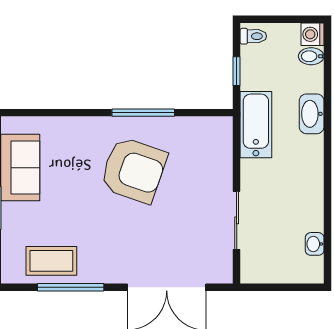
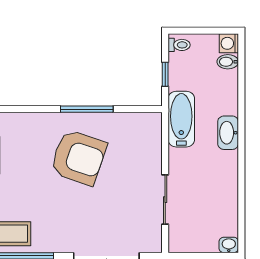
washbasin: (312, 114) -> (228, 133), moved
washbasin: (315, 244) -> (229, 245), moved, turned 90

